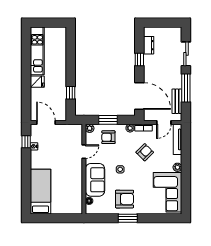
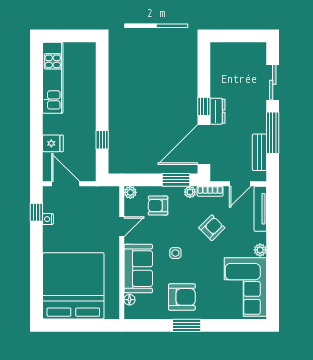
dresser: (149, 45) -> (218, 111), moved
window: (139, 59) -> (204, 106), moved
fridge: (37, 82) -> (53, 143), moved
door: (139, 96) -> (204, 145), swing flipped
window: (108, 120) -> (176, 180), moved
bed: (41, 192) -> (73, 286), width x2.04

